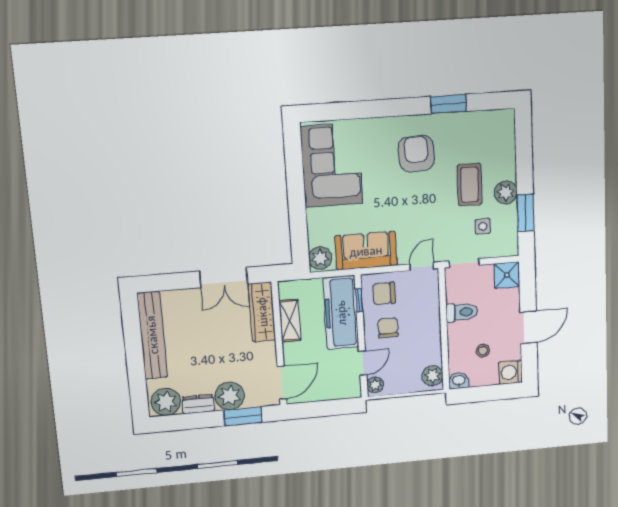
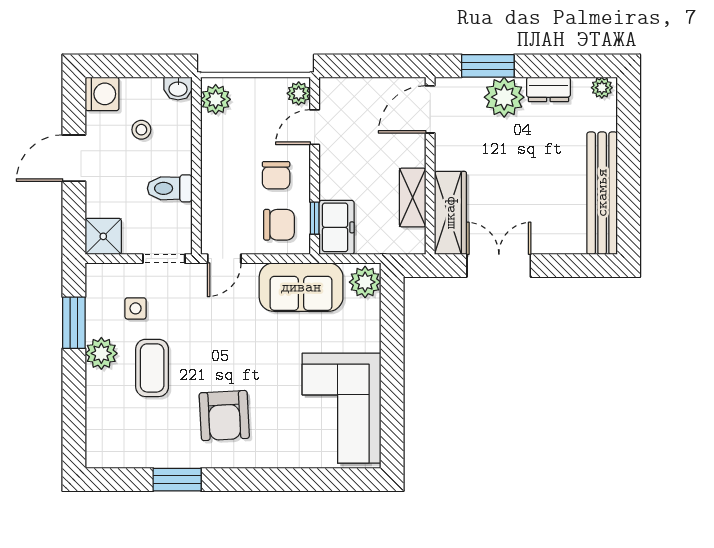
freezer: (341, 313) -> (336, 227), width x0.52, depth x0.79
plant: (166, 402) -> (602, 88), width x0.53, depth x0.53

